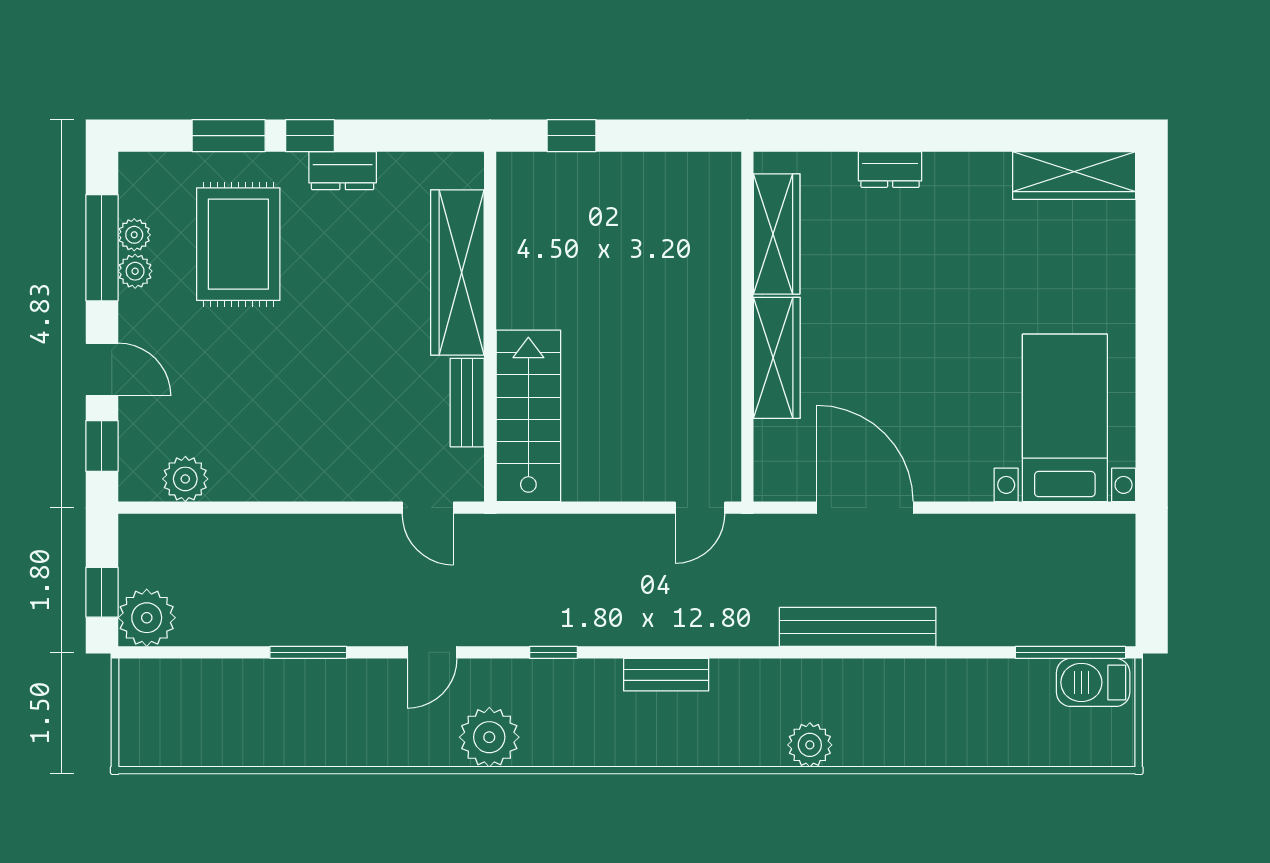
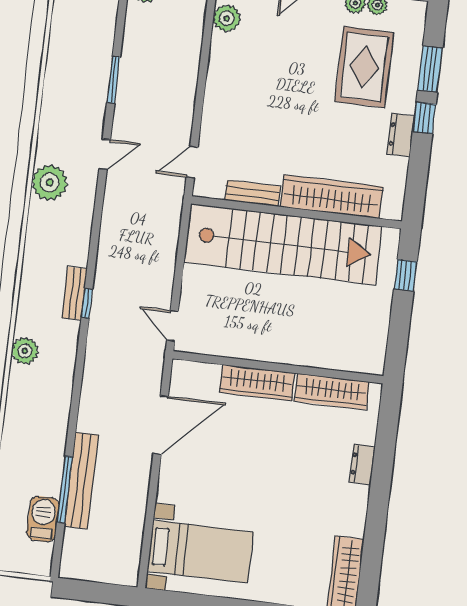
rug: (238, 244) -> (364, 67), turned 90
stairs: (528, 416) -> (283, 244), width x1.86, depth x1.51
bench: (858, 627) -> (81, 481), moved
door: (432, 652) -> (105, 154), swing flipped
window: (554, 652) -> (87, 303), moved
window: (1070, 652) -> (65, 490), moved
barbecue: (1093, 682) -> (43, 519), moved
plant: (810, 745) -> (25, 351), moved

